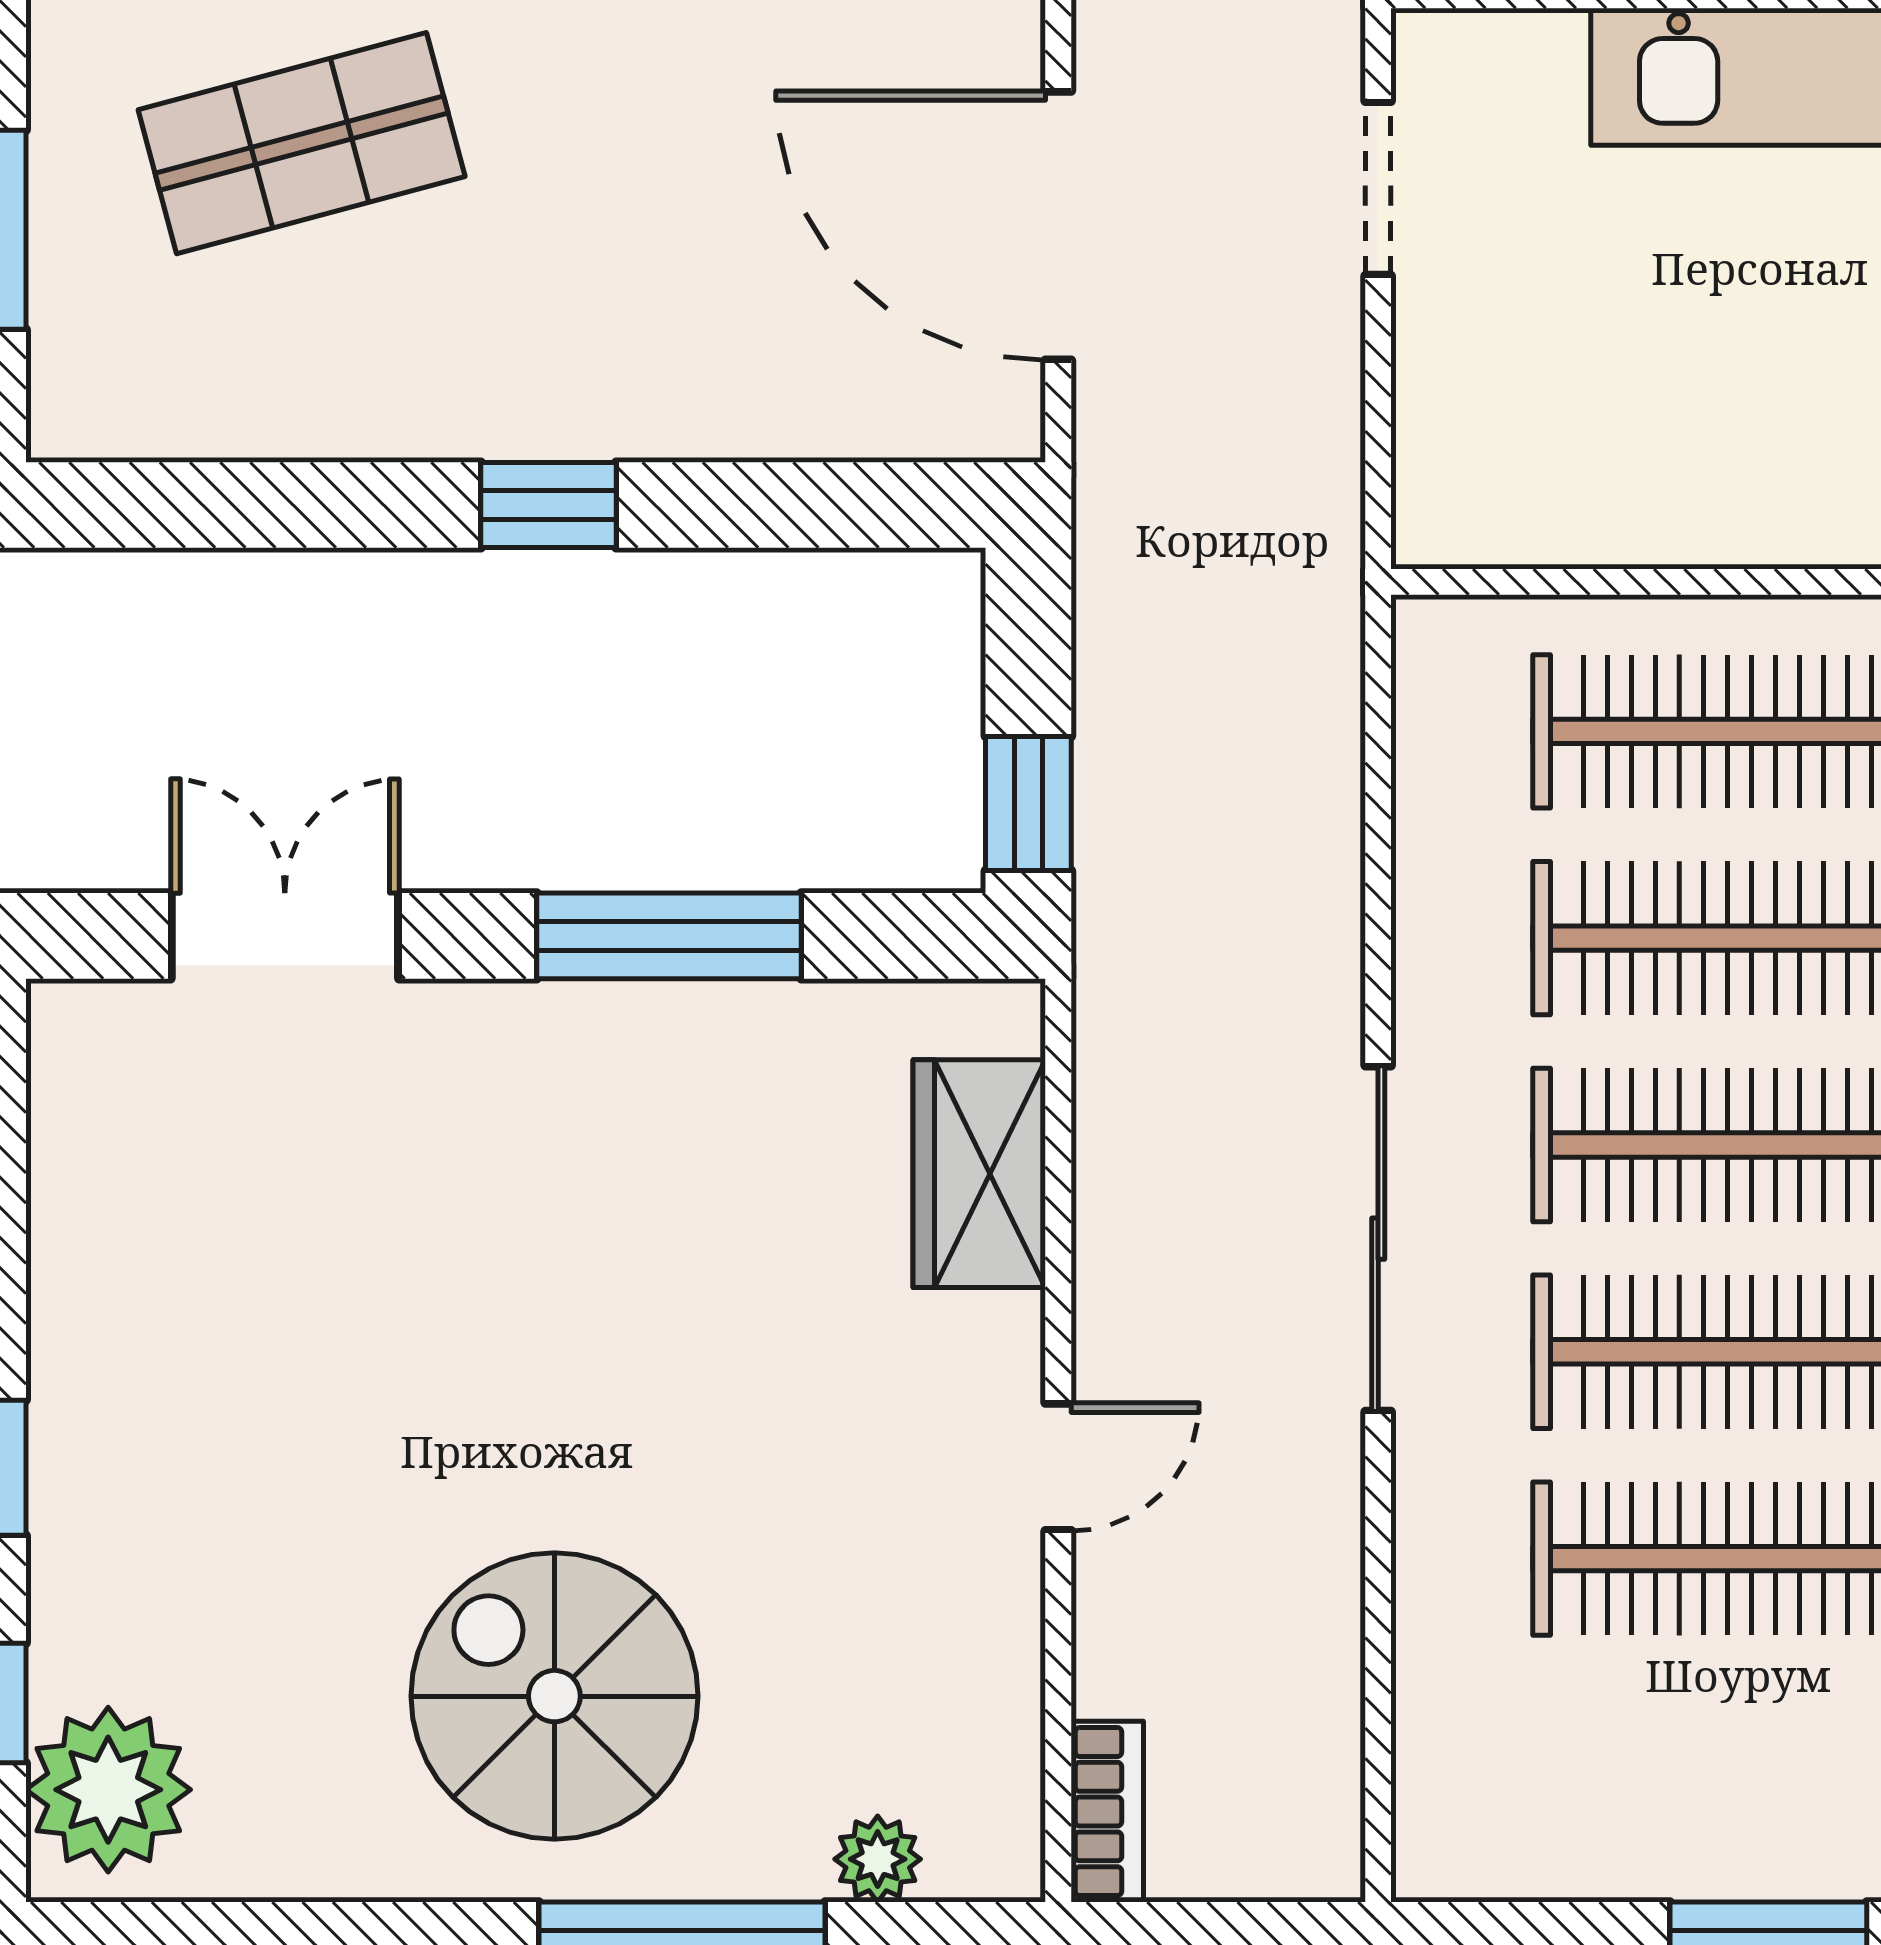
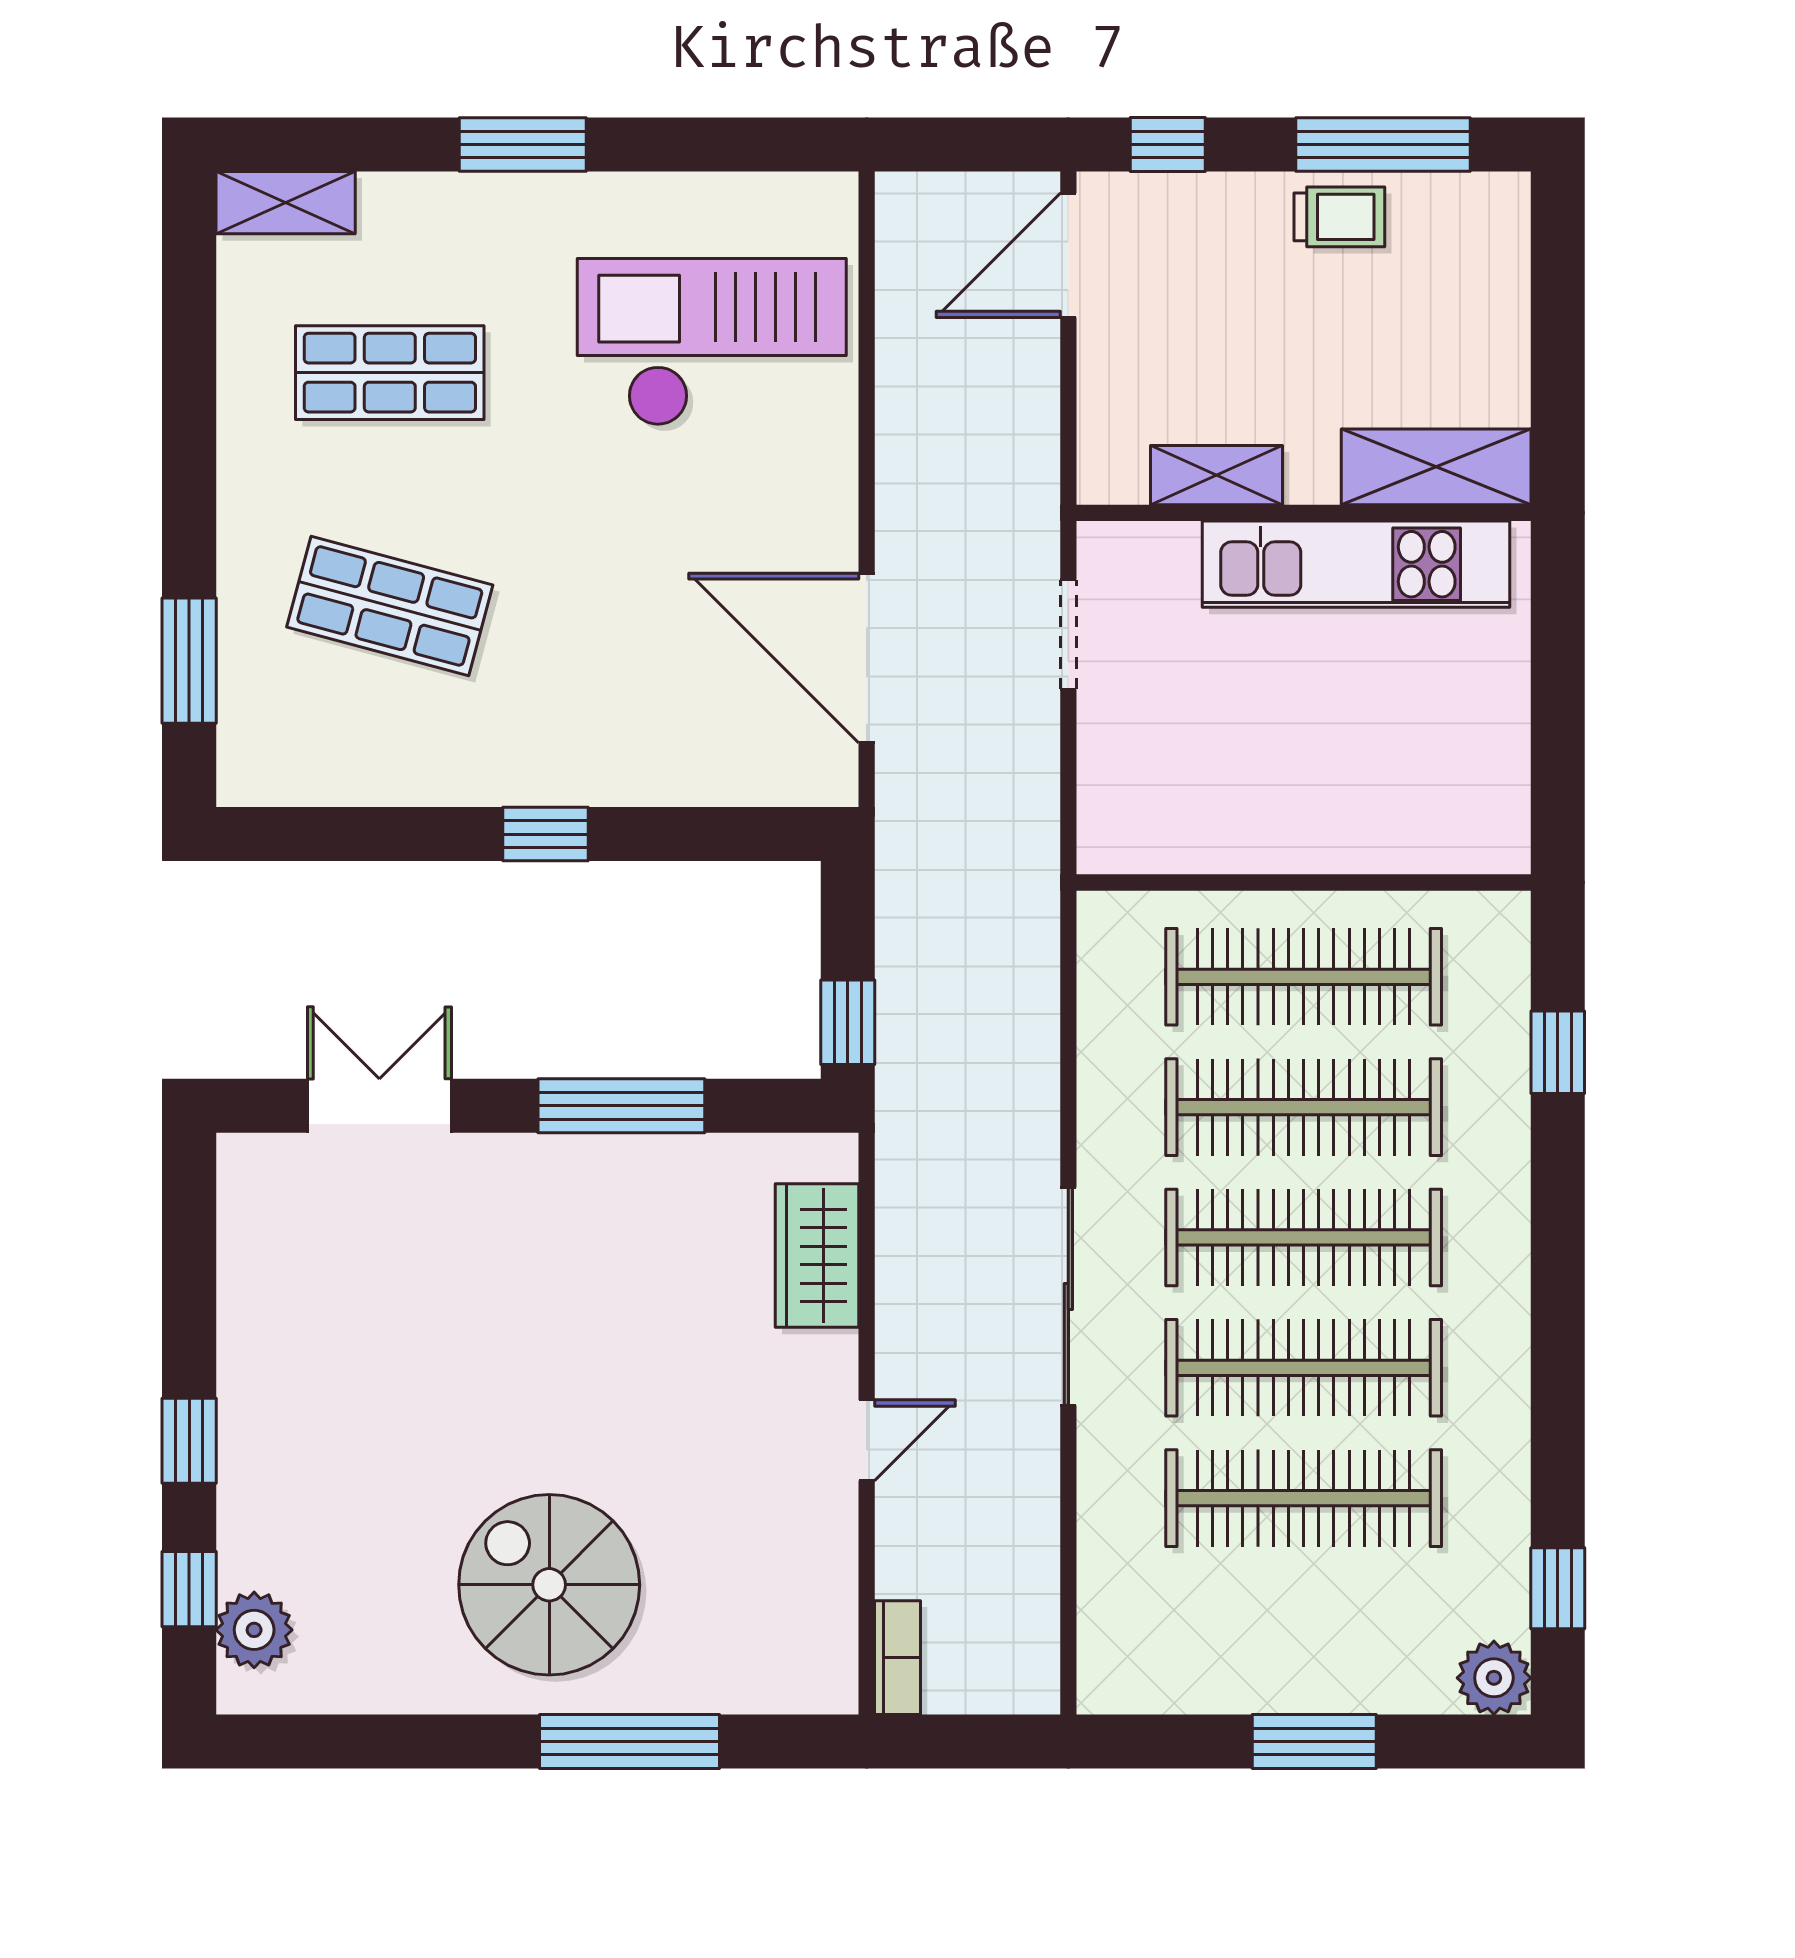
shop shelf: (302, 143) -> (390, 606), turned 30
plant: (108, 1790) -> (254, 1630), width x0.73, depth x0.73
plant: (878, 1859) -> (753, 1687), removed

